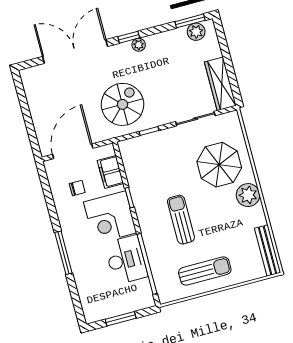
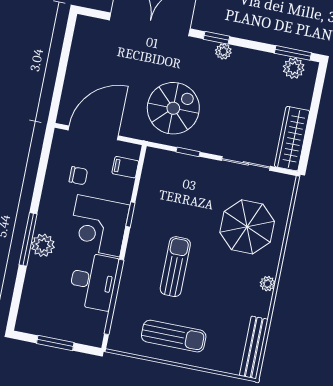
filing cabinet: (110, 172) -> (125, 167), width x0.50
plant: (248, 195) -> (268, 284), width x0.53, depth x0.53
plant: (76, 252) -> (43, 245), added

